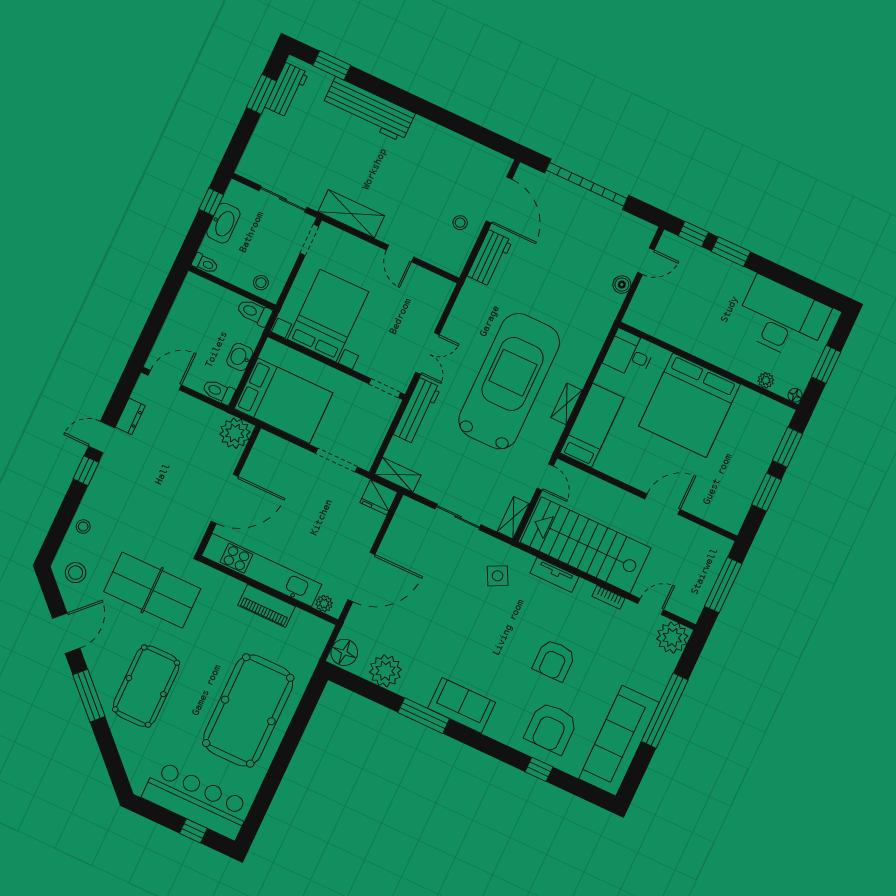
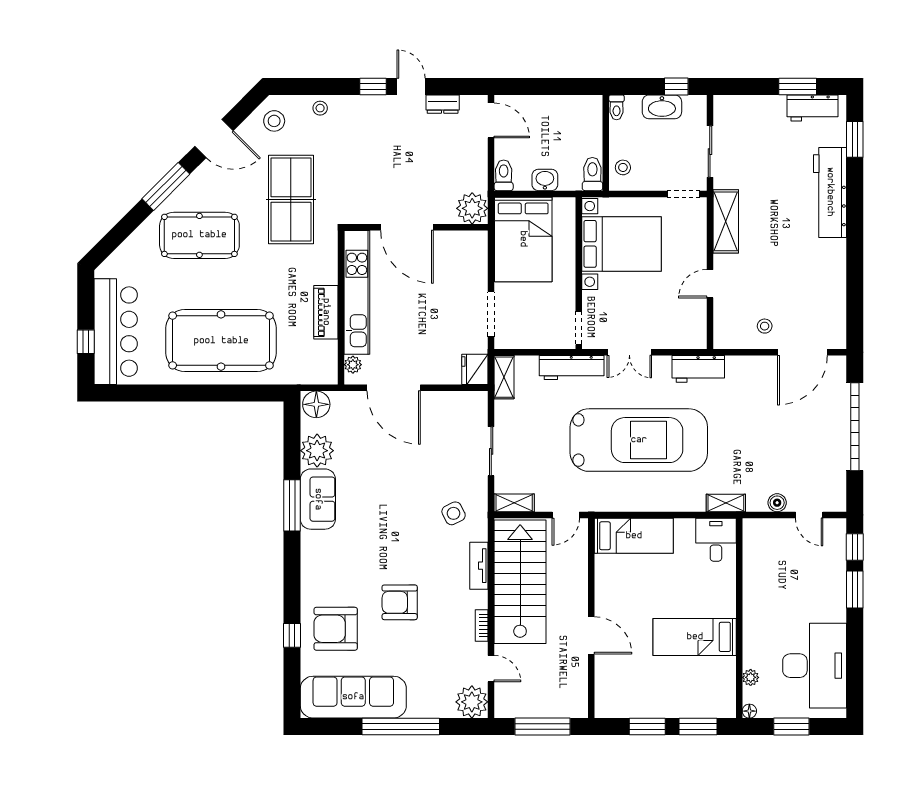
workbench: (490, 258) -> (698, 369), moved
shelving: (567, 404) -> (726, 503), moved
bed: (689, 405) -> (695, 637), width x0.49
sofa: (462, 705) -> (318, 499), moved

